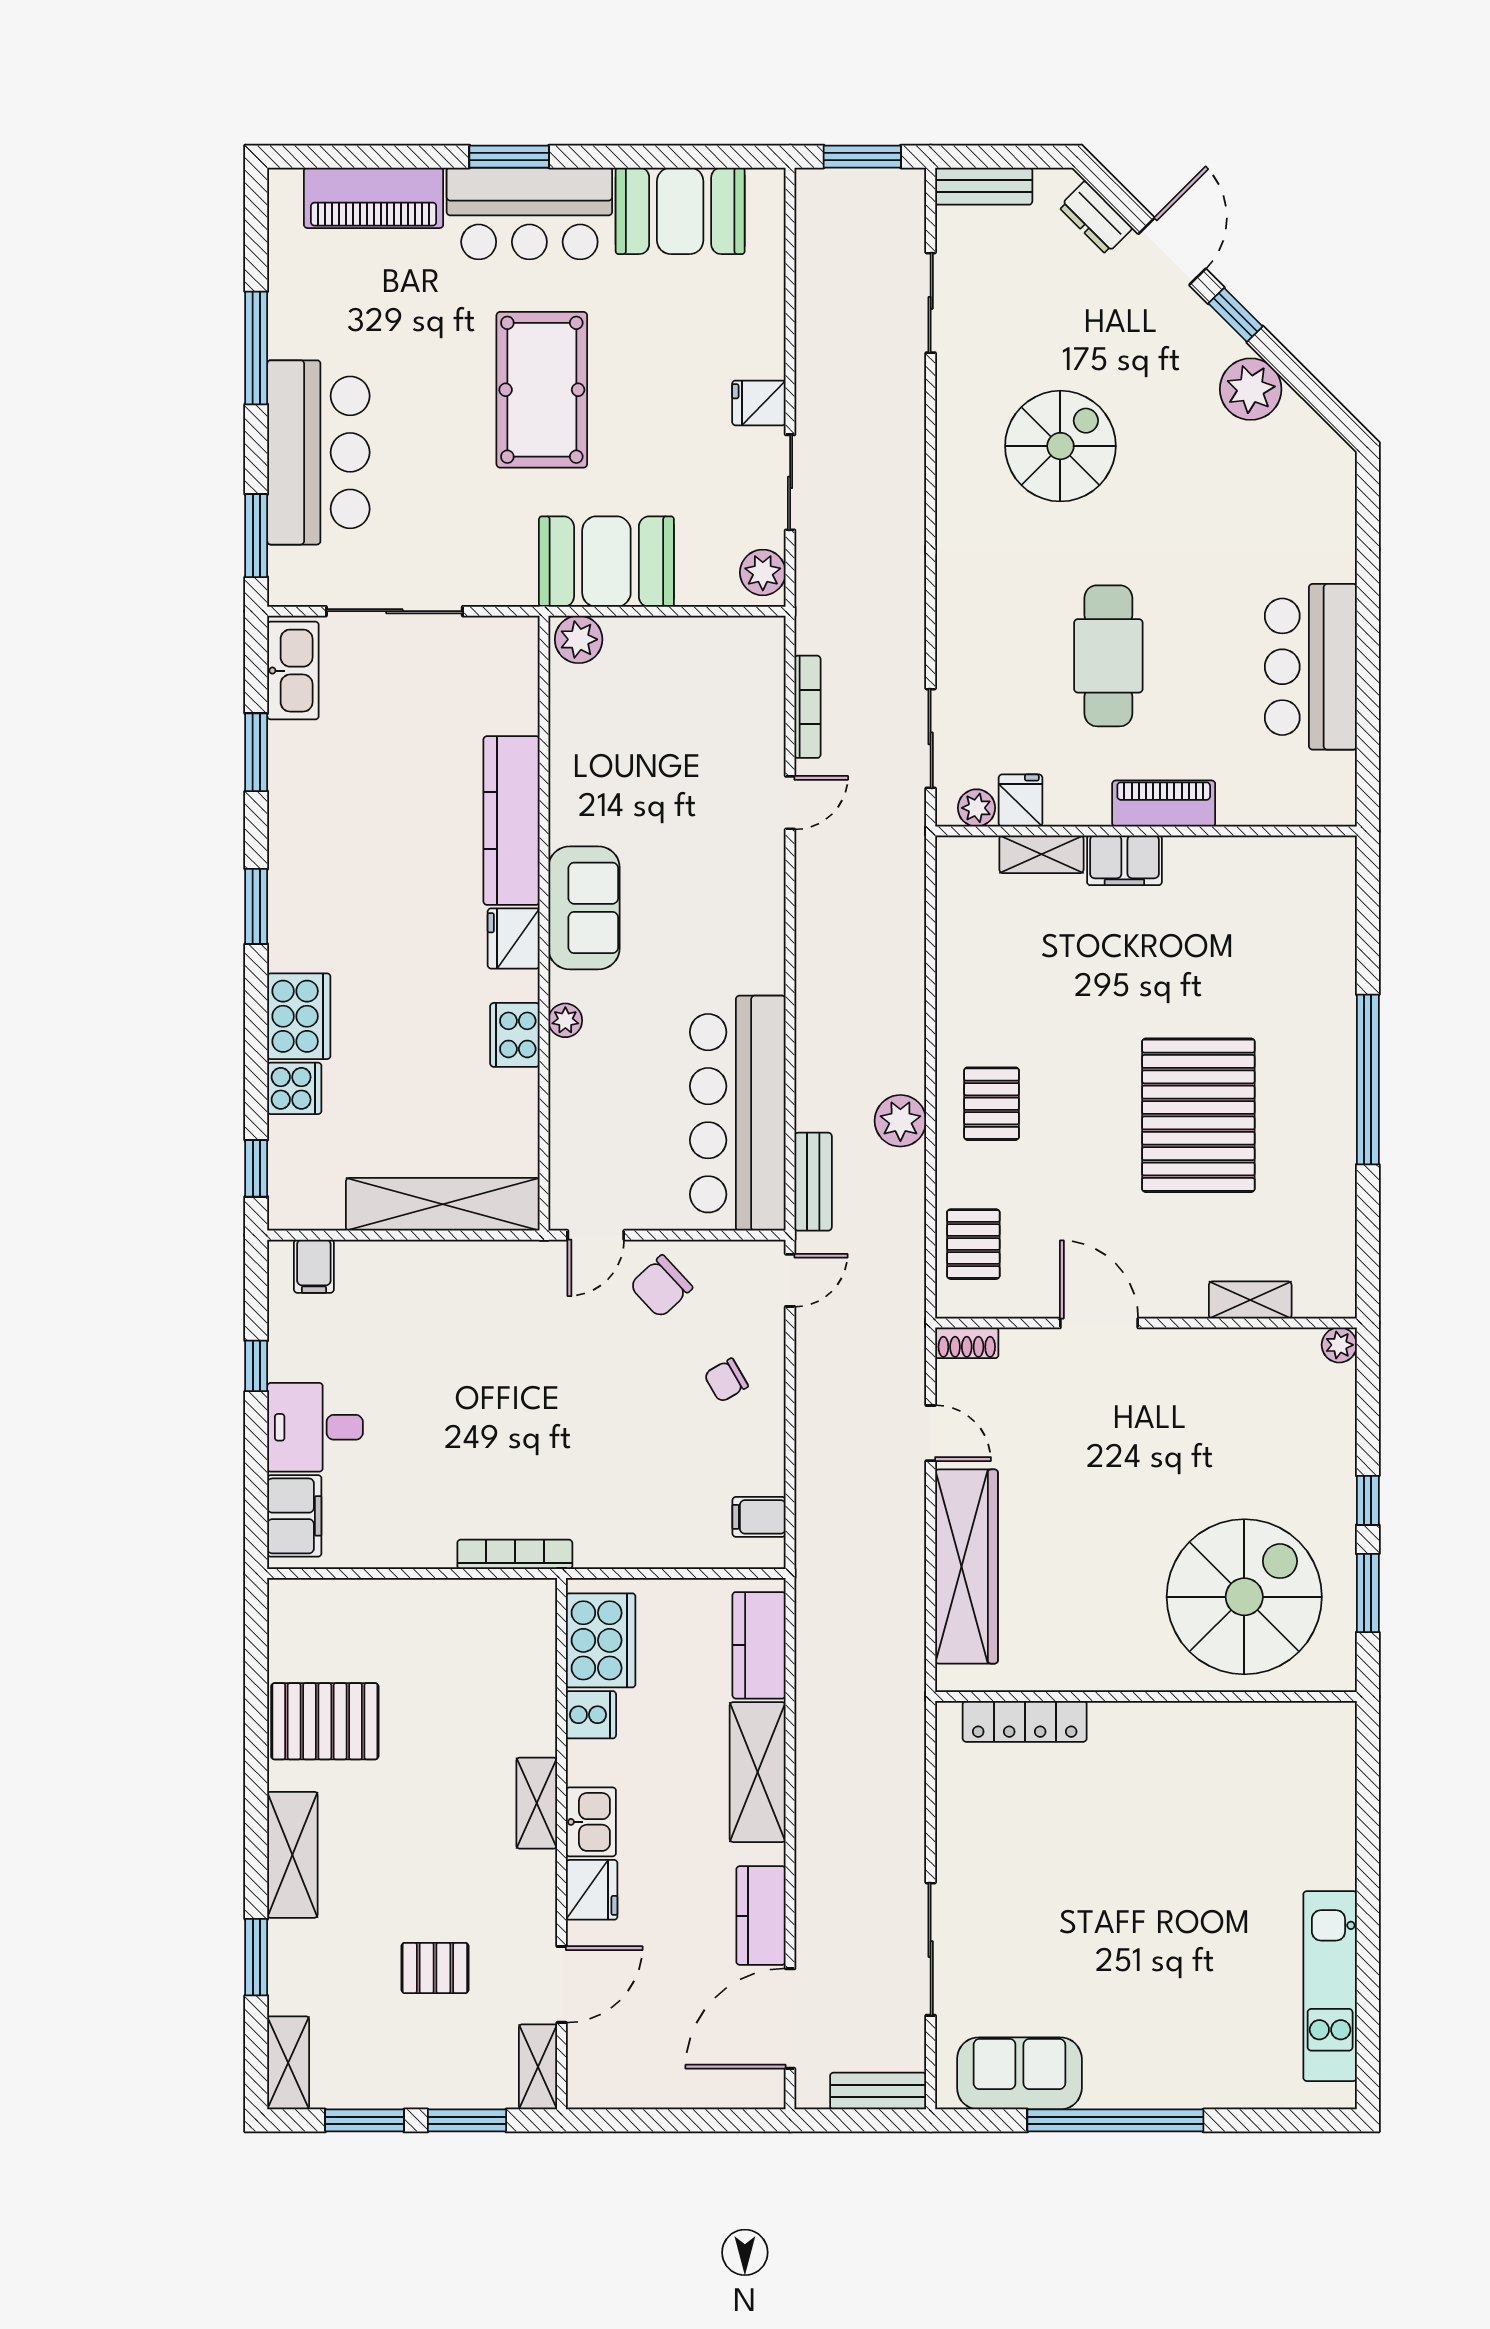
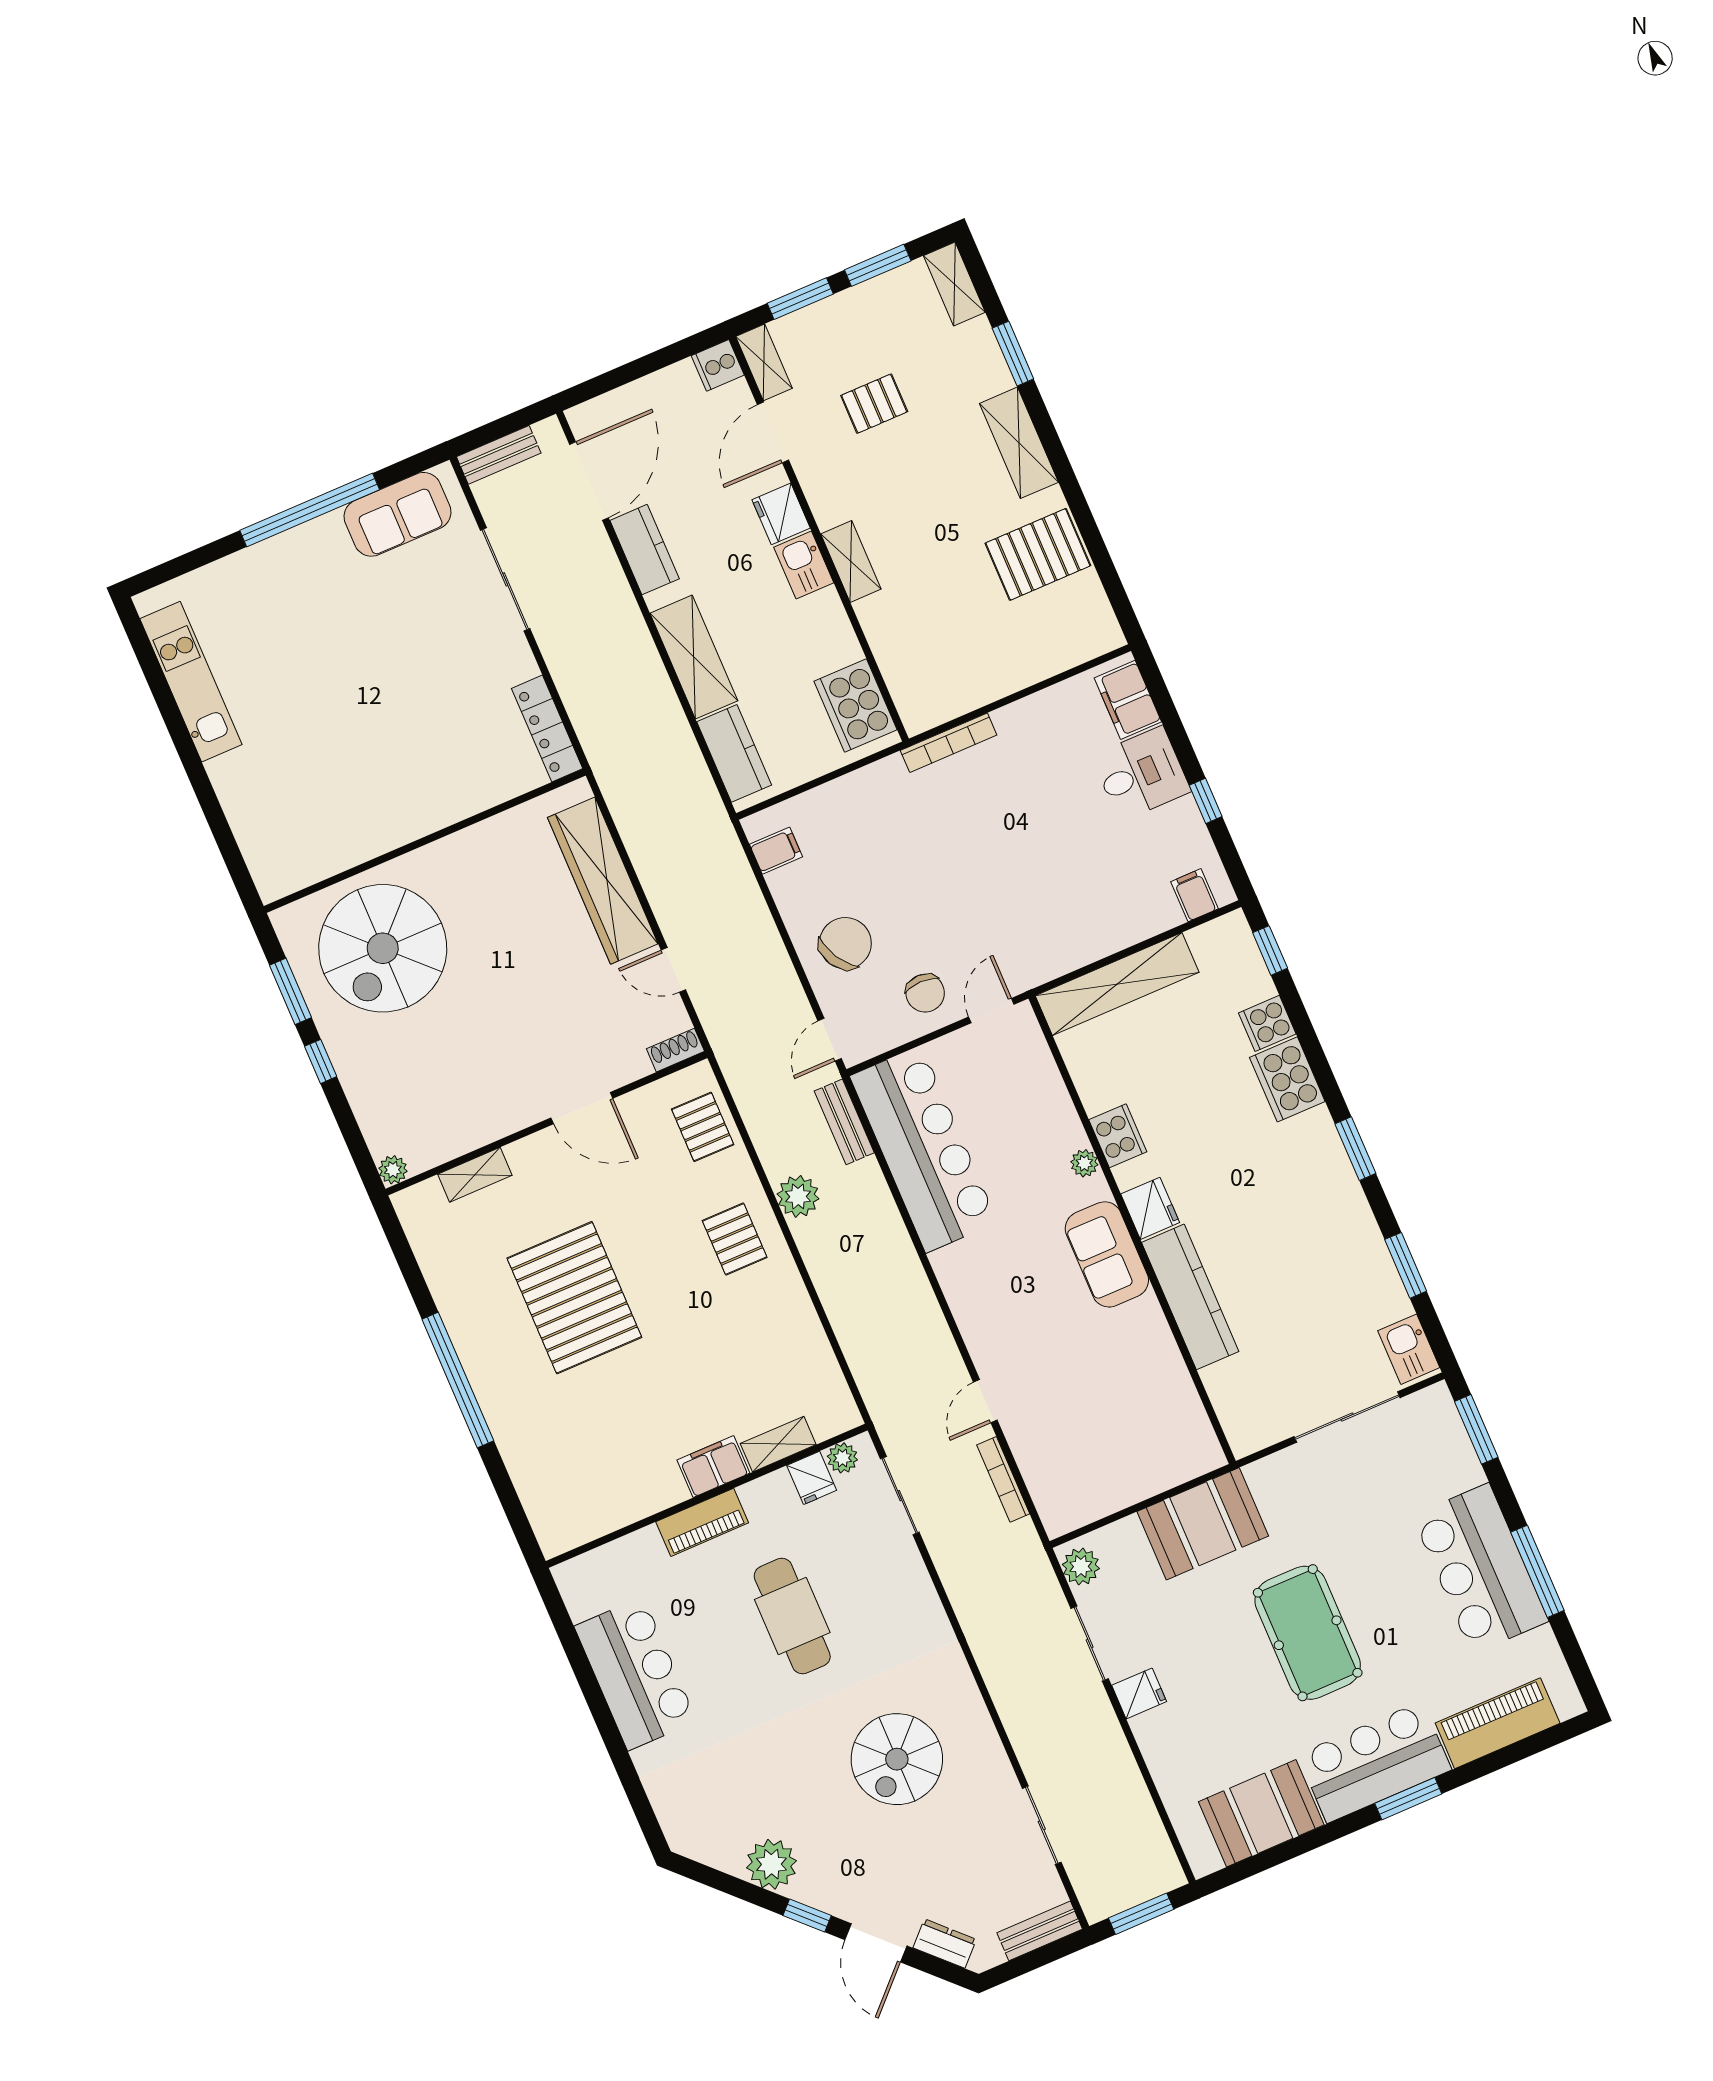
bar counter: (318, 452) -> (1480, 1568), moved
plant: (579, 639) -> (1198, 1456), removed
kitchen sink: (293, 671) -> (1409, 1349), width x0.73
chair: (661, 1286) -> (925, 993), turned 133
chair: (726, 1380) -> (845, 943), width x1.87, depth x1.87
cooker: (591, 1715) -> (718, 365), moved
locker: (1025, 1721) -> (547, 729), moved, turned -90

